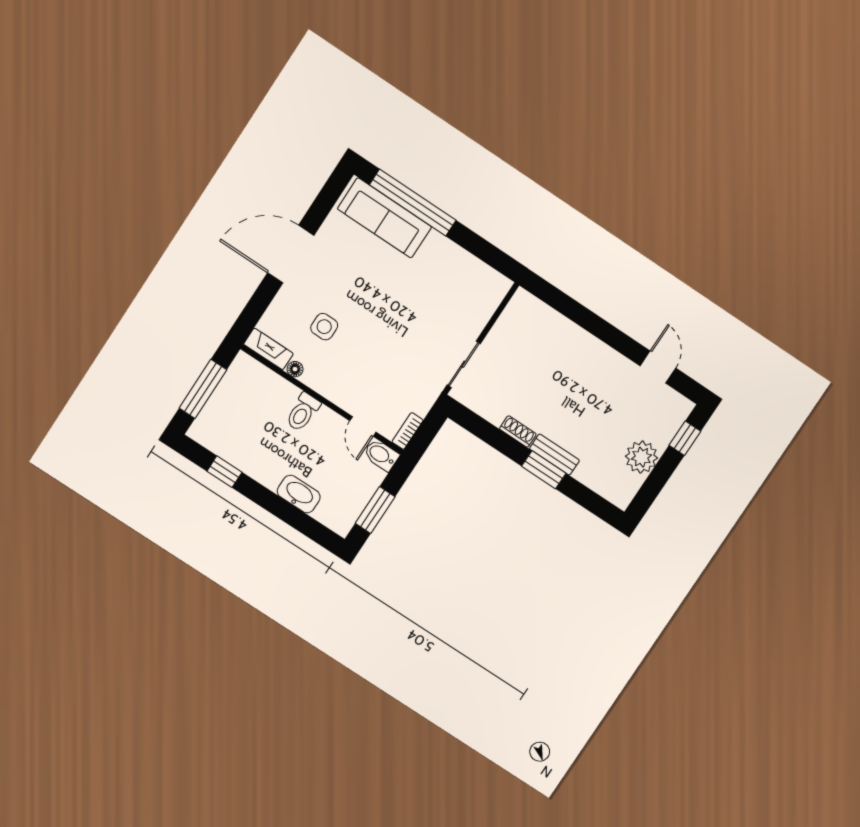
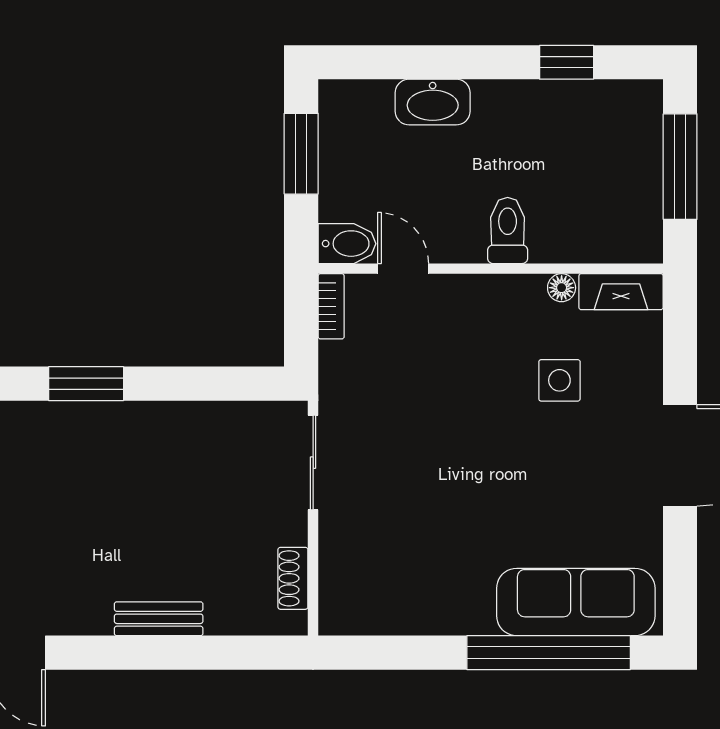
shoe rack: (518, 432) -> (293, 578), moved, turned 90
bench: (554, 454) -> (159, 619), moved

